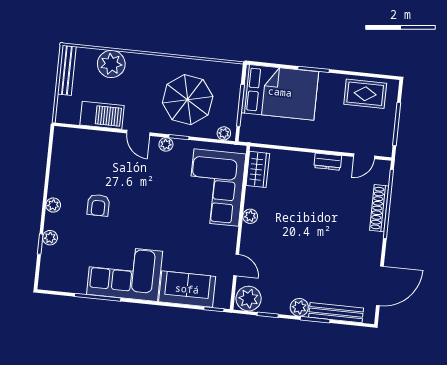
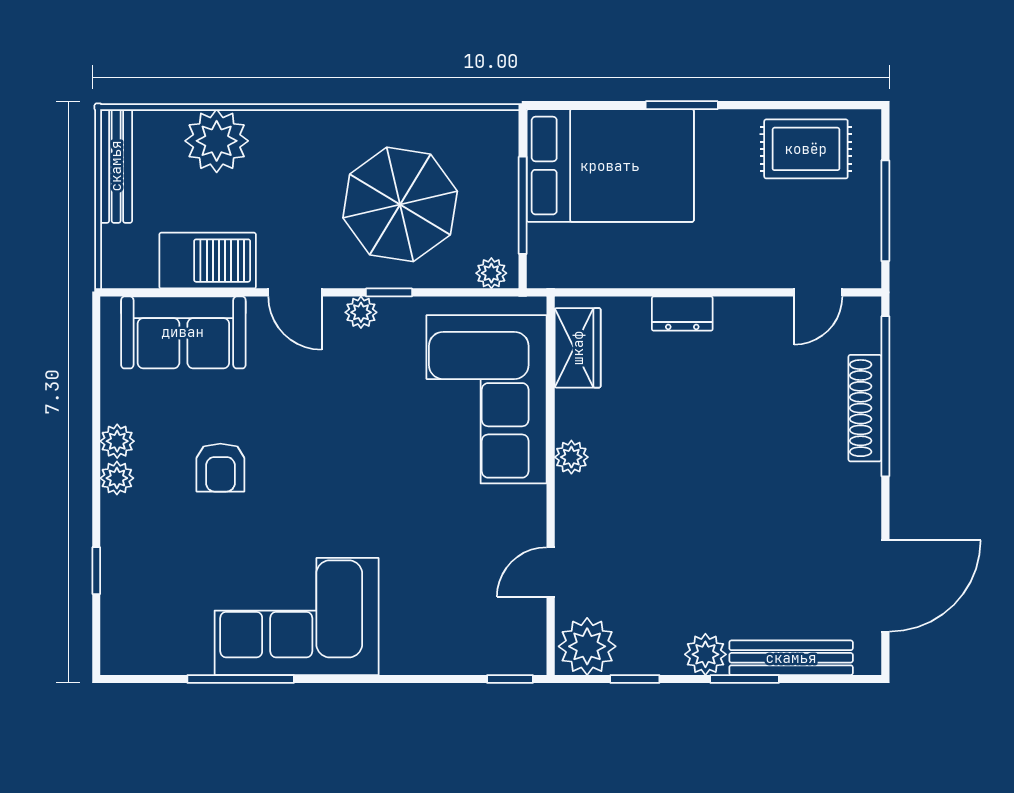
dresser: (328, 162) -> (682, 314), moved
plant: (50, 238) -> (117, 441), moved
door: (236, 265) -> (551, 572), swing flipped
sofa: (187, 289) -> (183, 332), moved, turned 180

